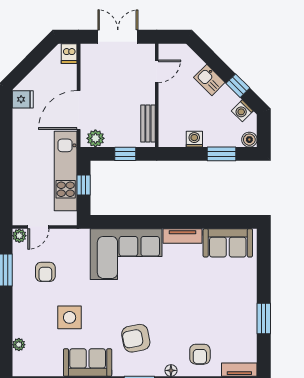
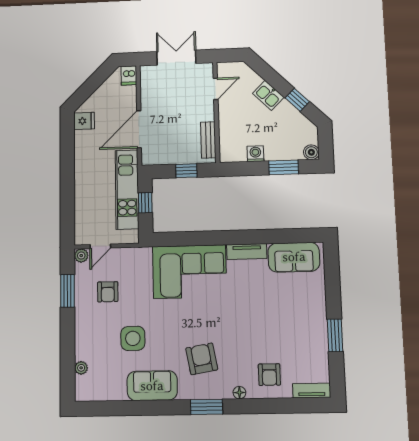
washing machine: (242, 111) -> (303, 124), removed
plant: (95, 138) -> (156, 156), removed
armchair: (136, 338) -> (202, 359), turned 91

